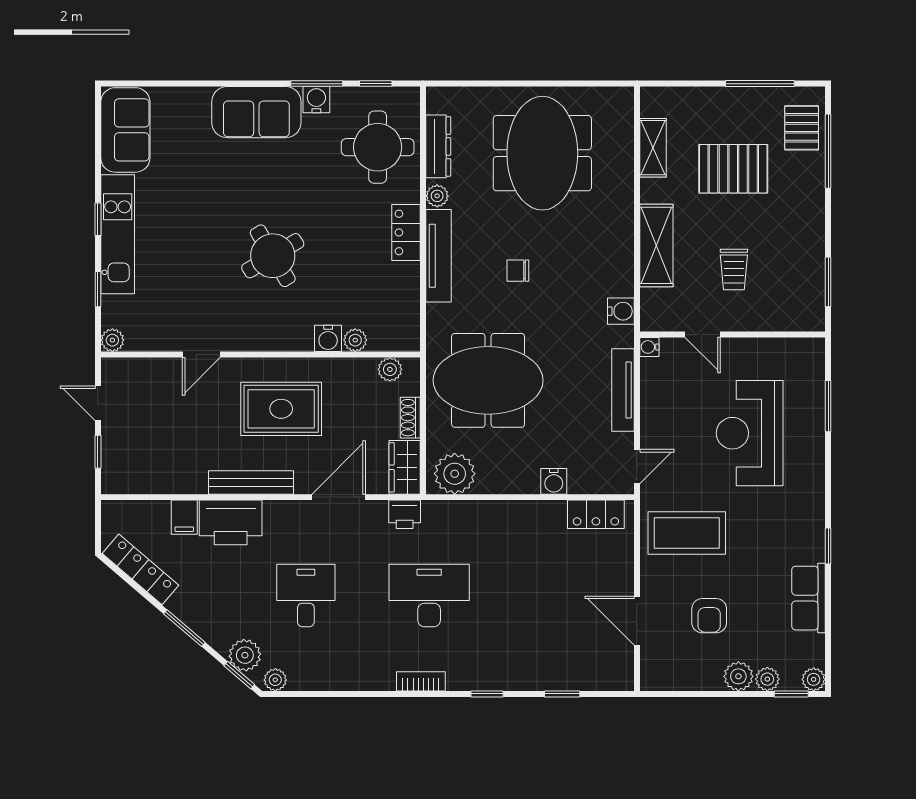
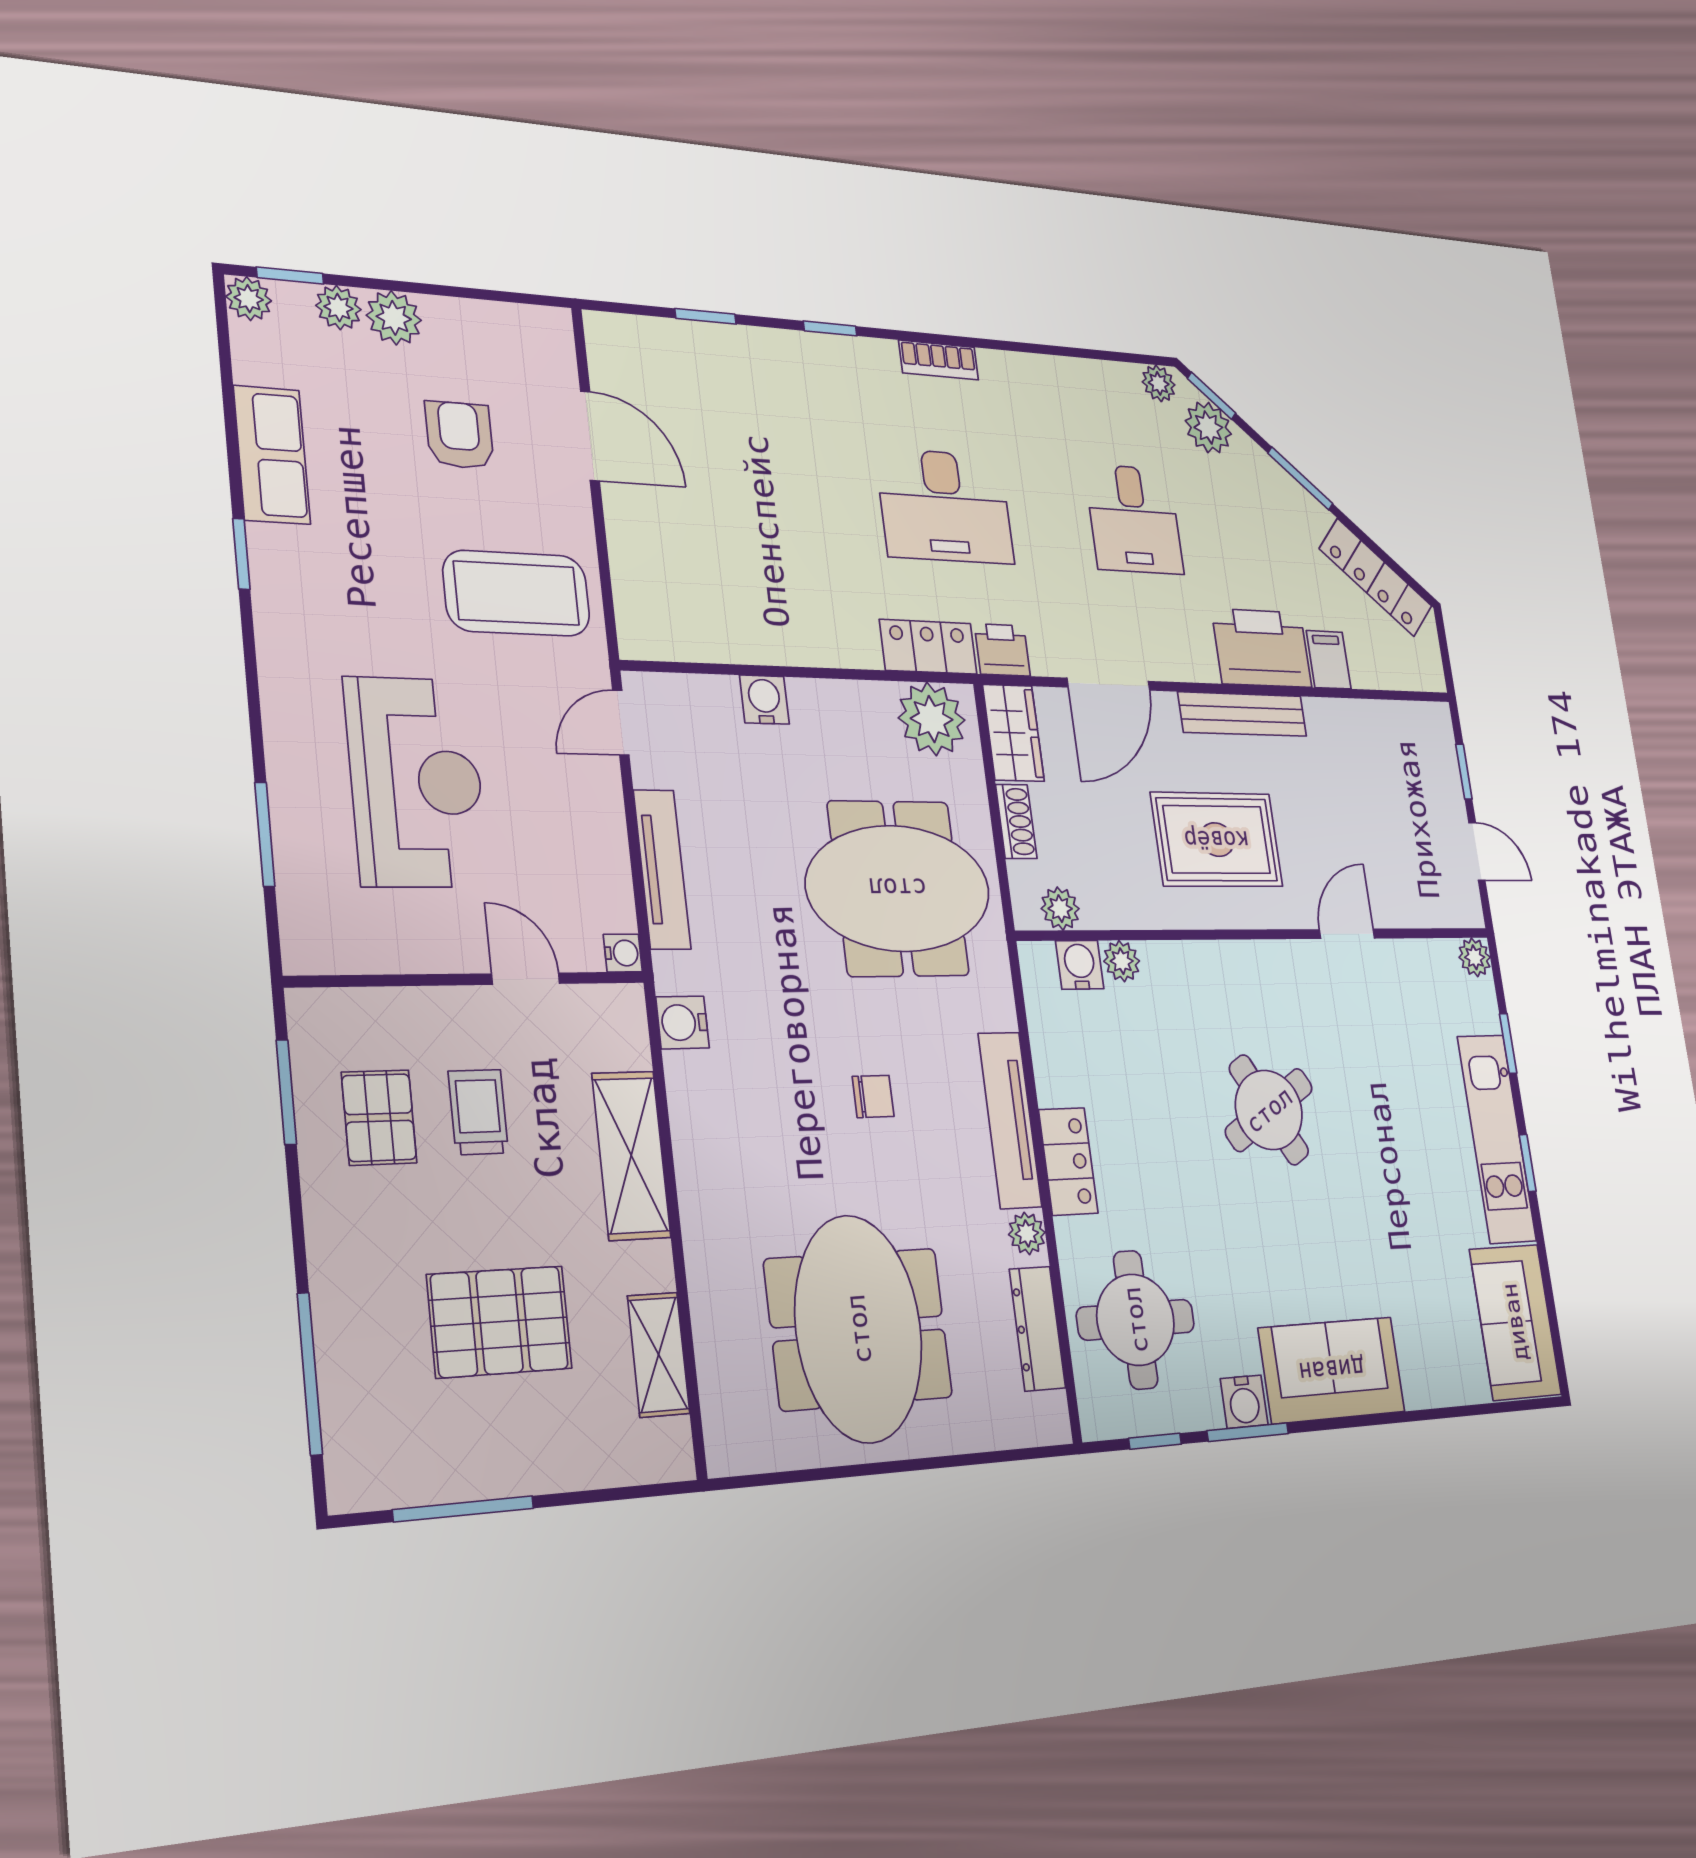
pallet: (802, 128) -> (379, 1118), moved
water cooler: (328, 338) -> (1080, 965), moved
locker: (596, 514) -> (928, 647), moved

